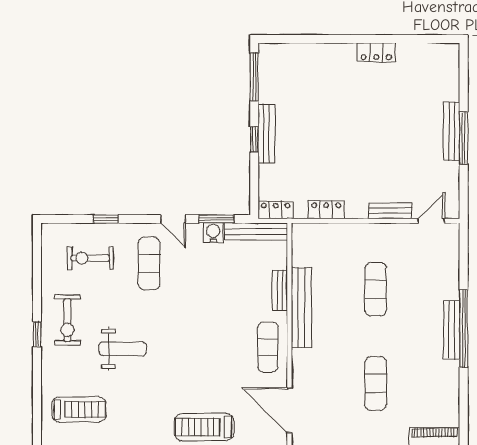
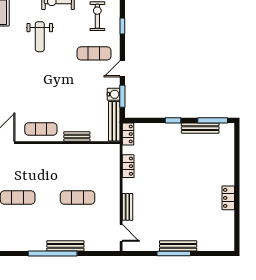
bench: (266, 134) -> (200, 128), moved
bench: (301, 308) -> (66, 150), removed
bench: (452, 330) -> (65, 246), moved

